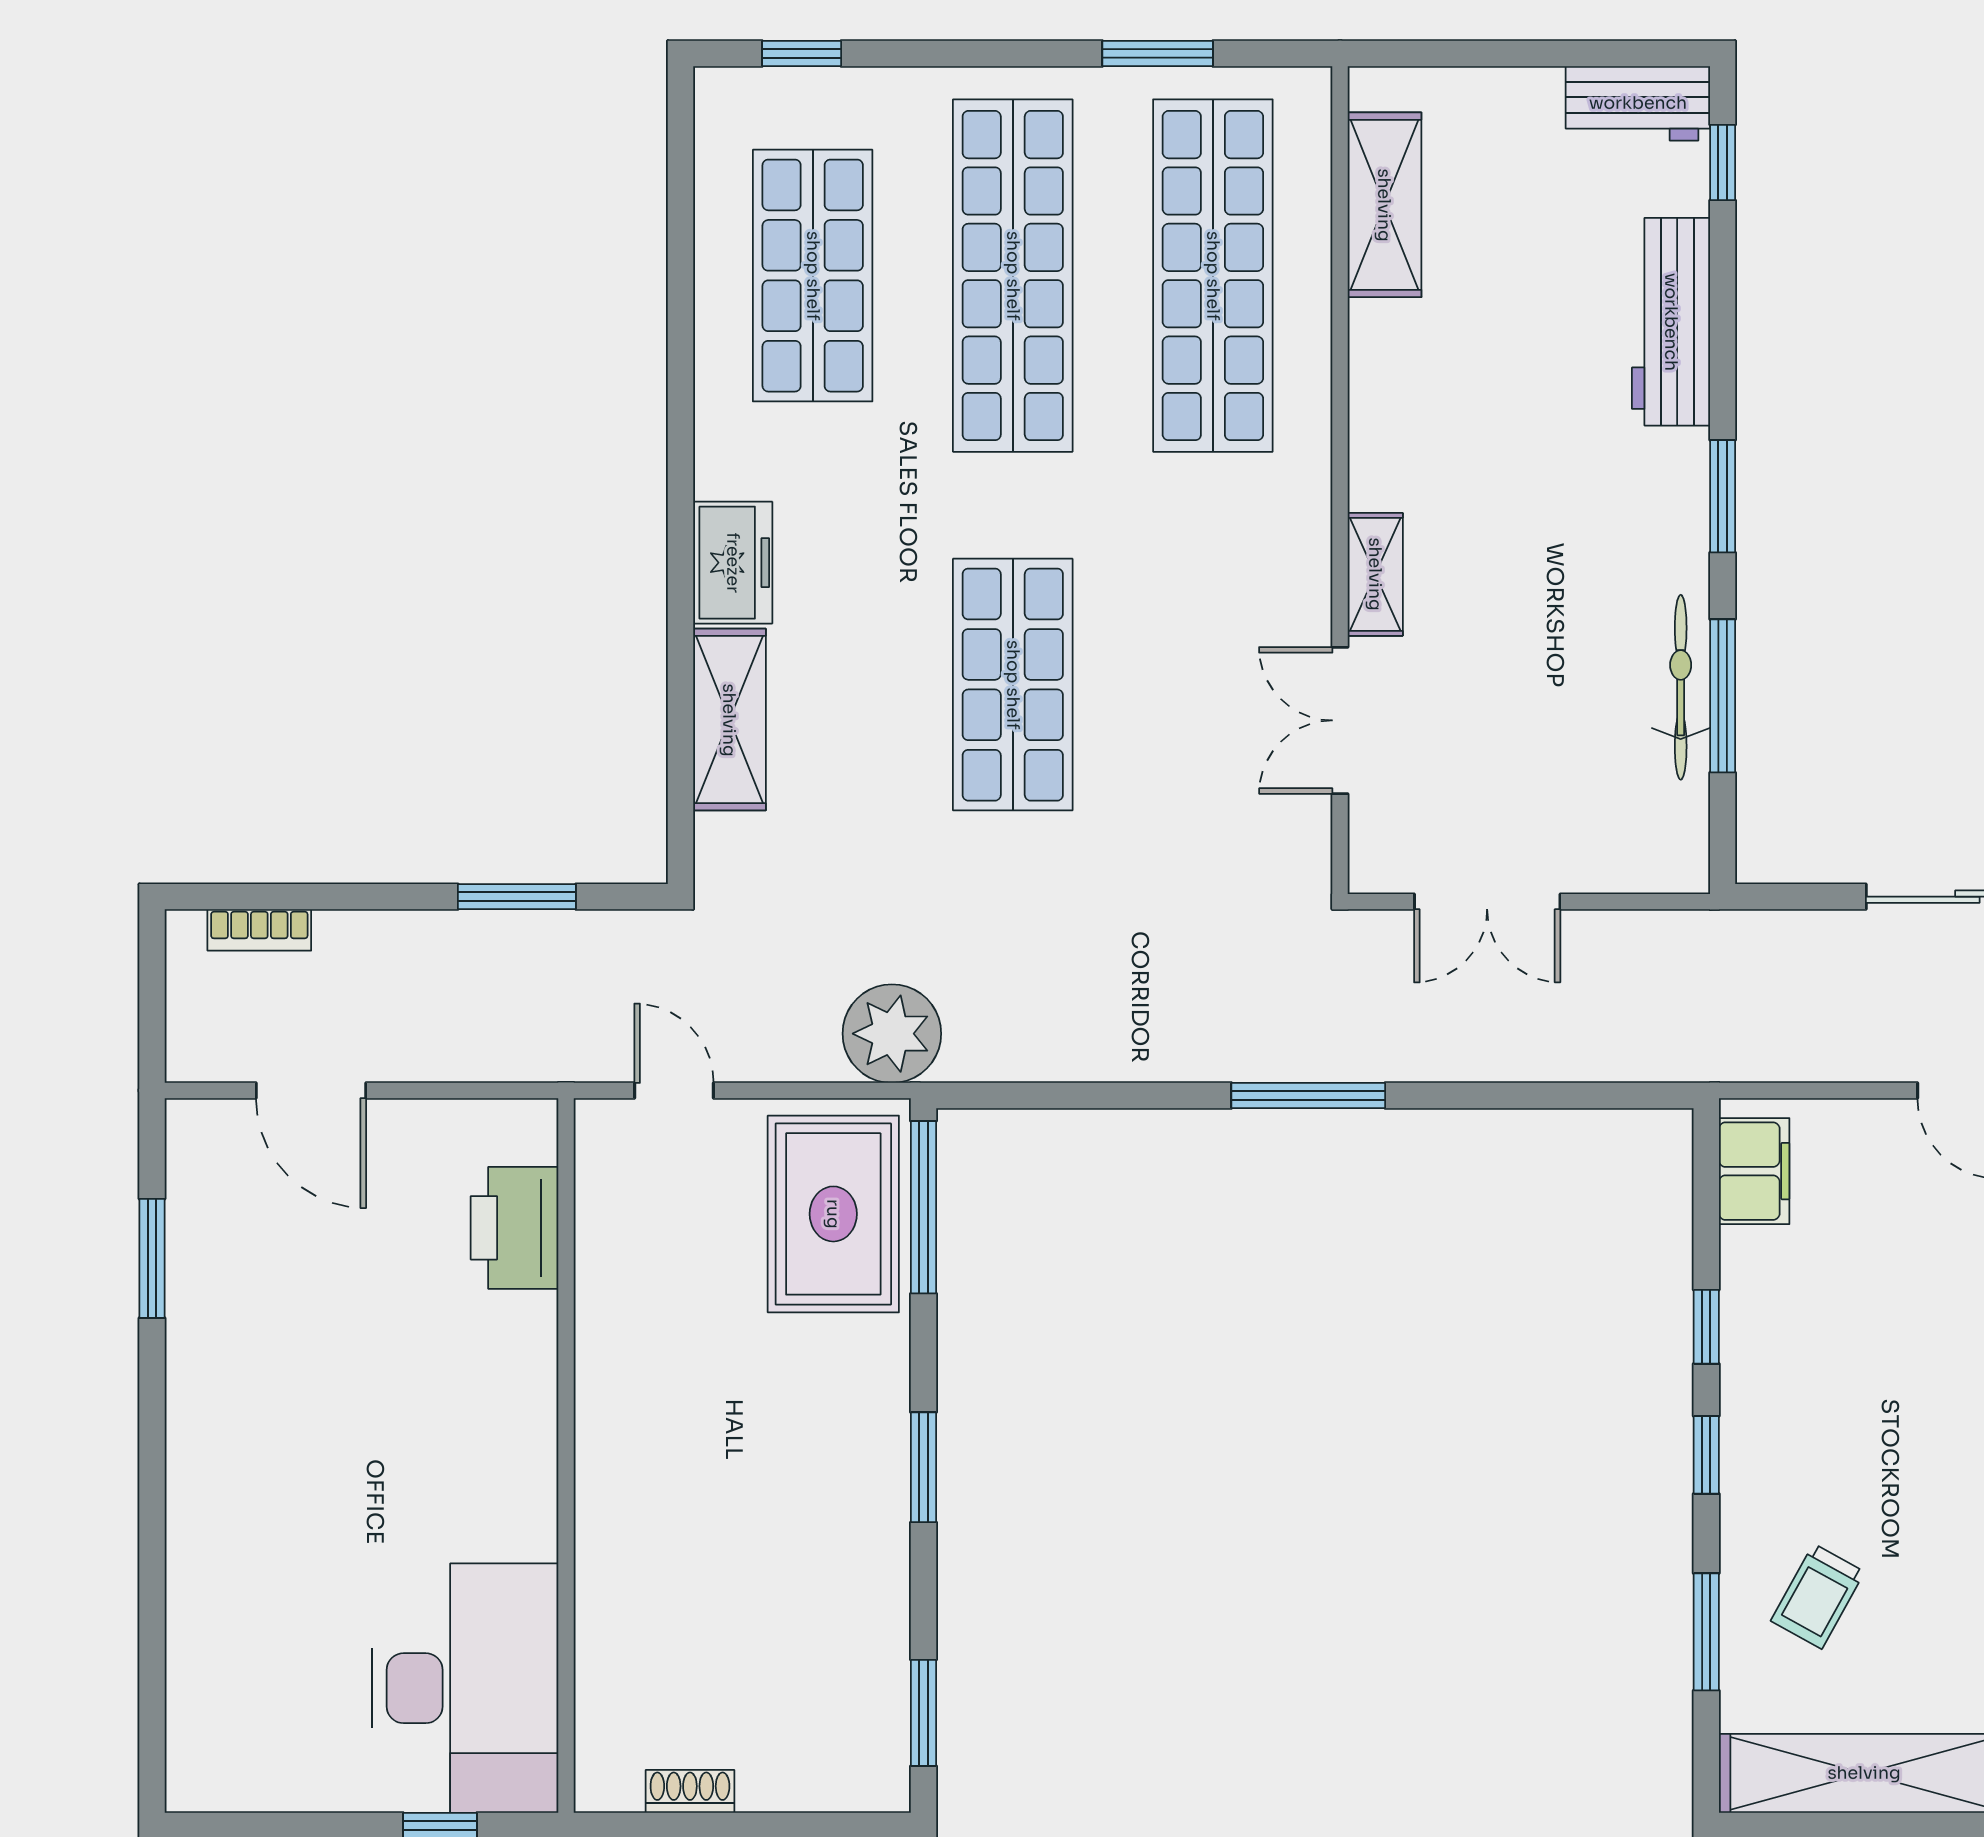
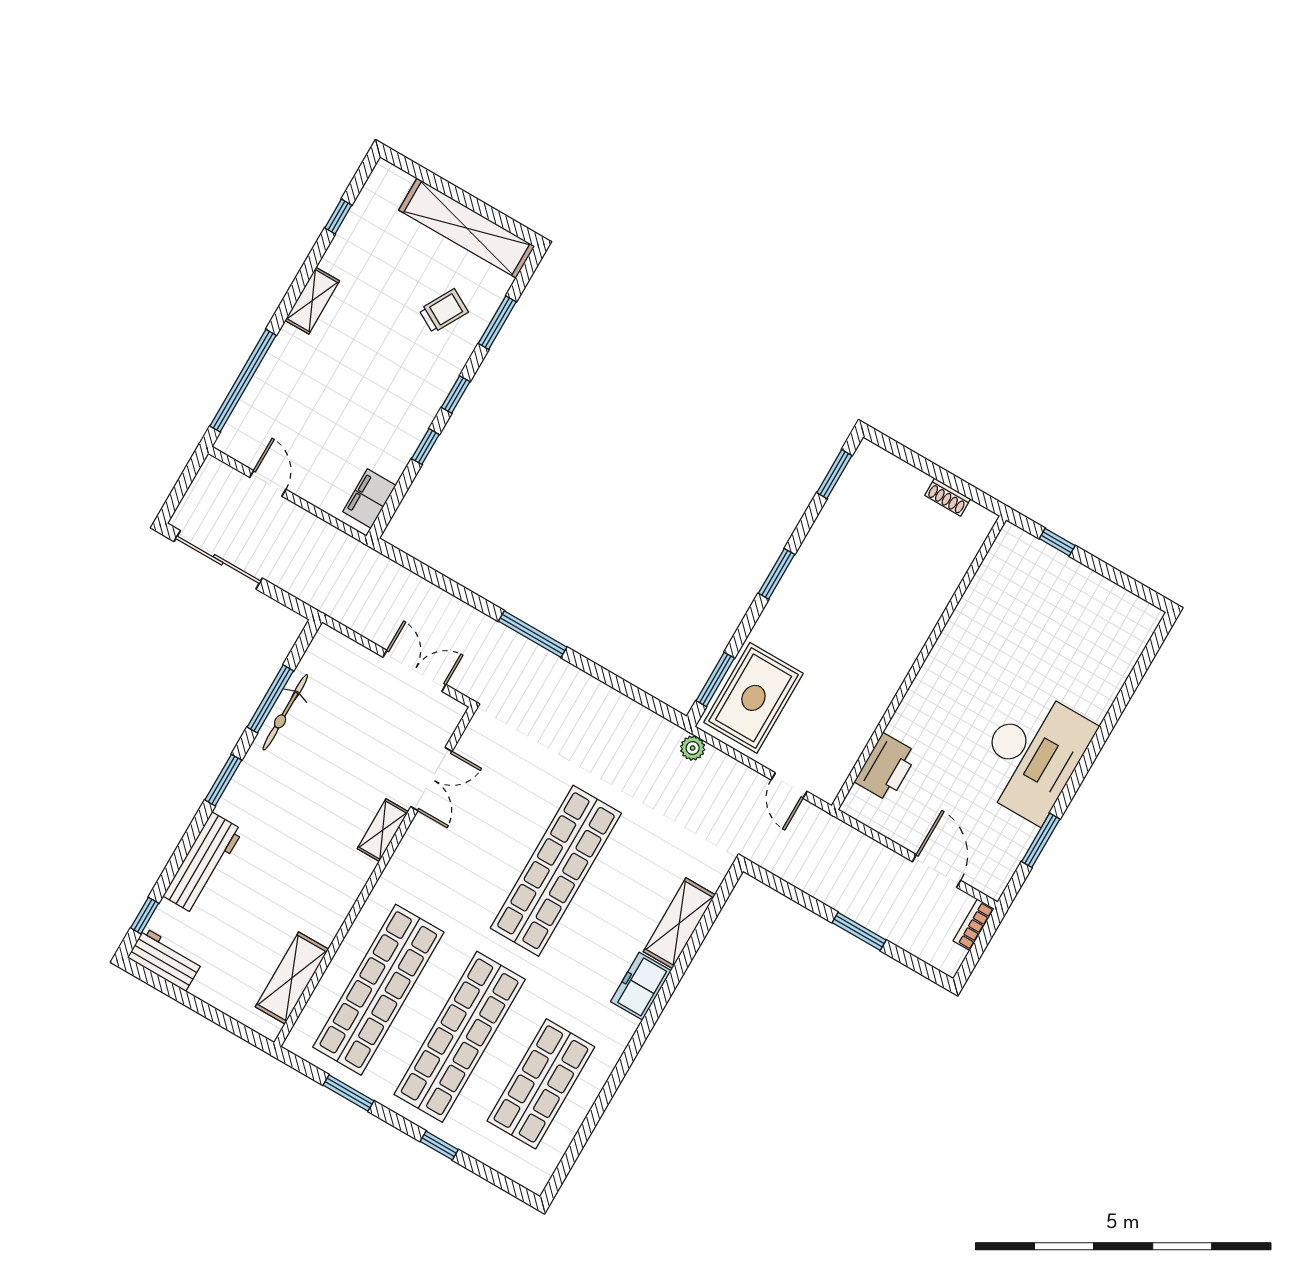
window: (802, 53) -> (439, 1146), moved
shop shelf: (1013, 685) -> (556, 871), width x1.40
window: (517, 897) -> (859, 931), moved
bookcase: (259, 930) -> (974, 925), moved, turned -90
plant: (892, 1034) -> (693, 748), width x0.53, depth x0.53
window: (923, 1207) -> (715, 679), width x0.69
desk: (465, 1688) -> (1033, 755), moved, turned 180

